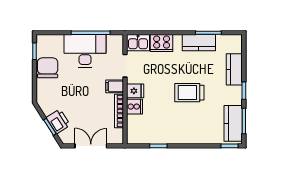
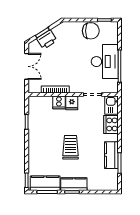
kitchen counter: (234, 69) -> (74, 184), moved
filing cabinet: (115, 86) -> (76, 86), removed

